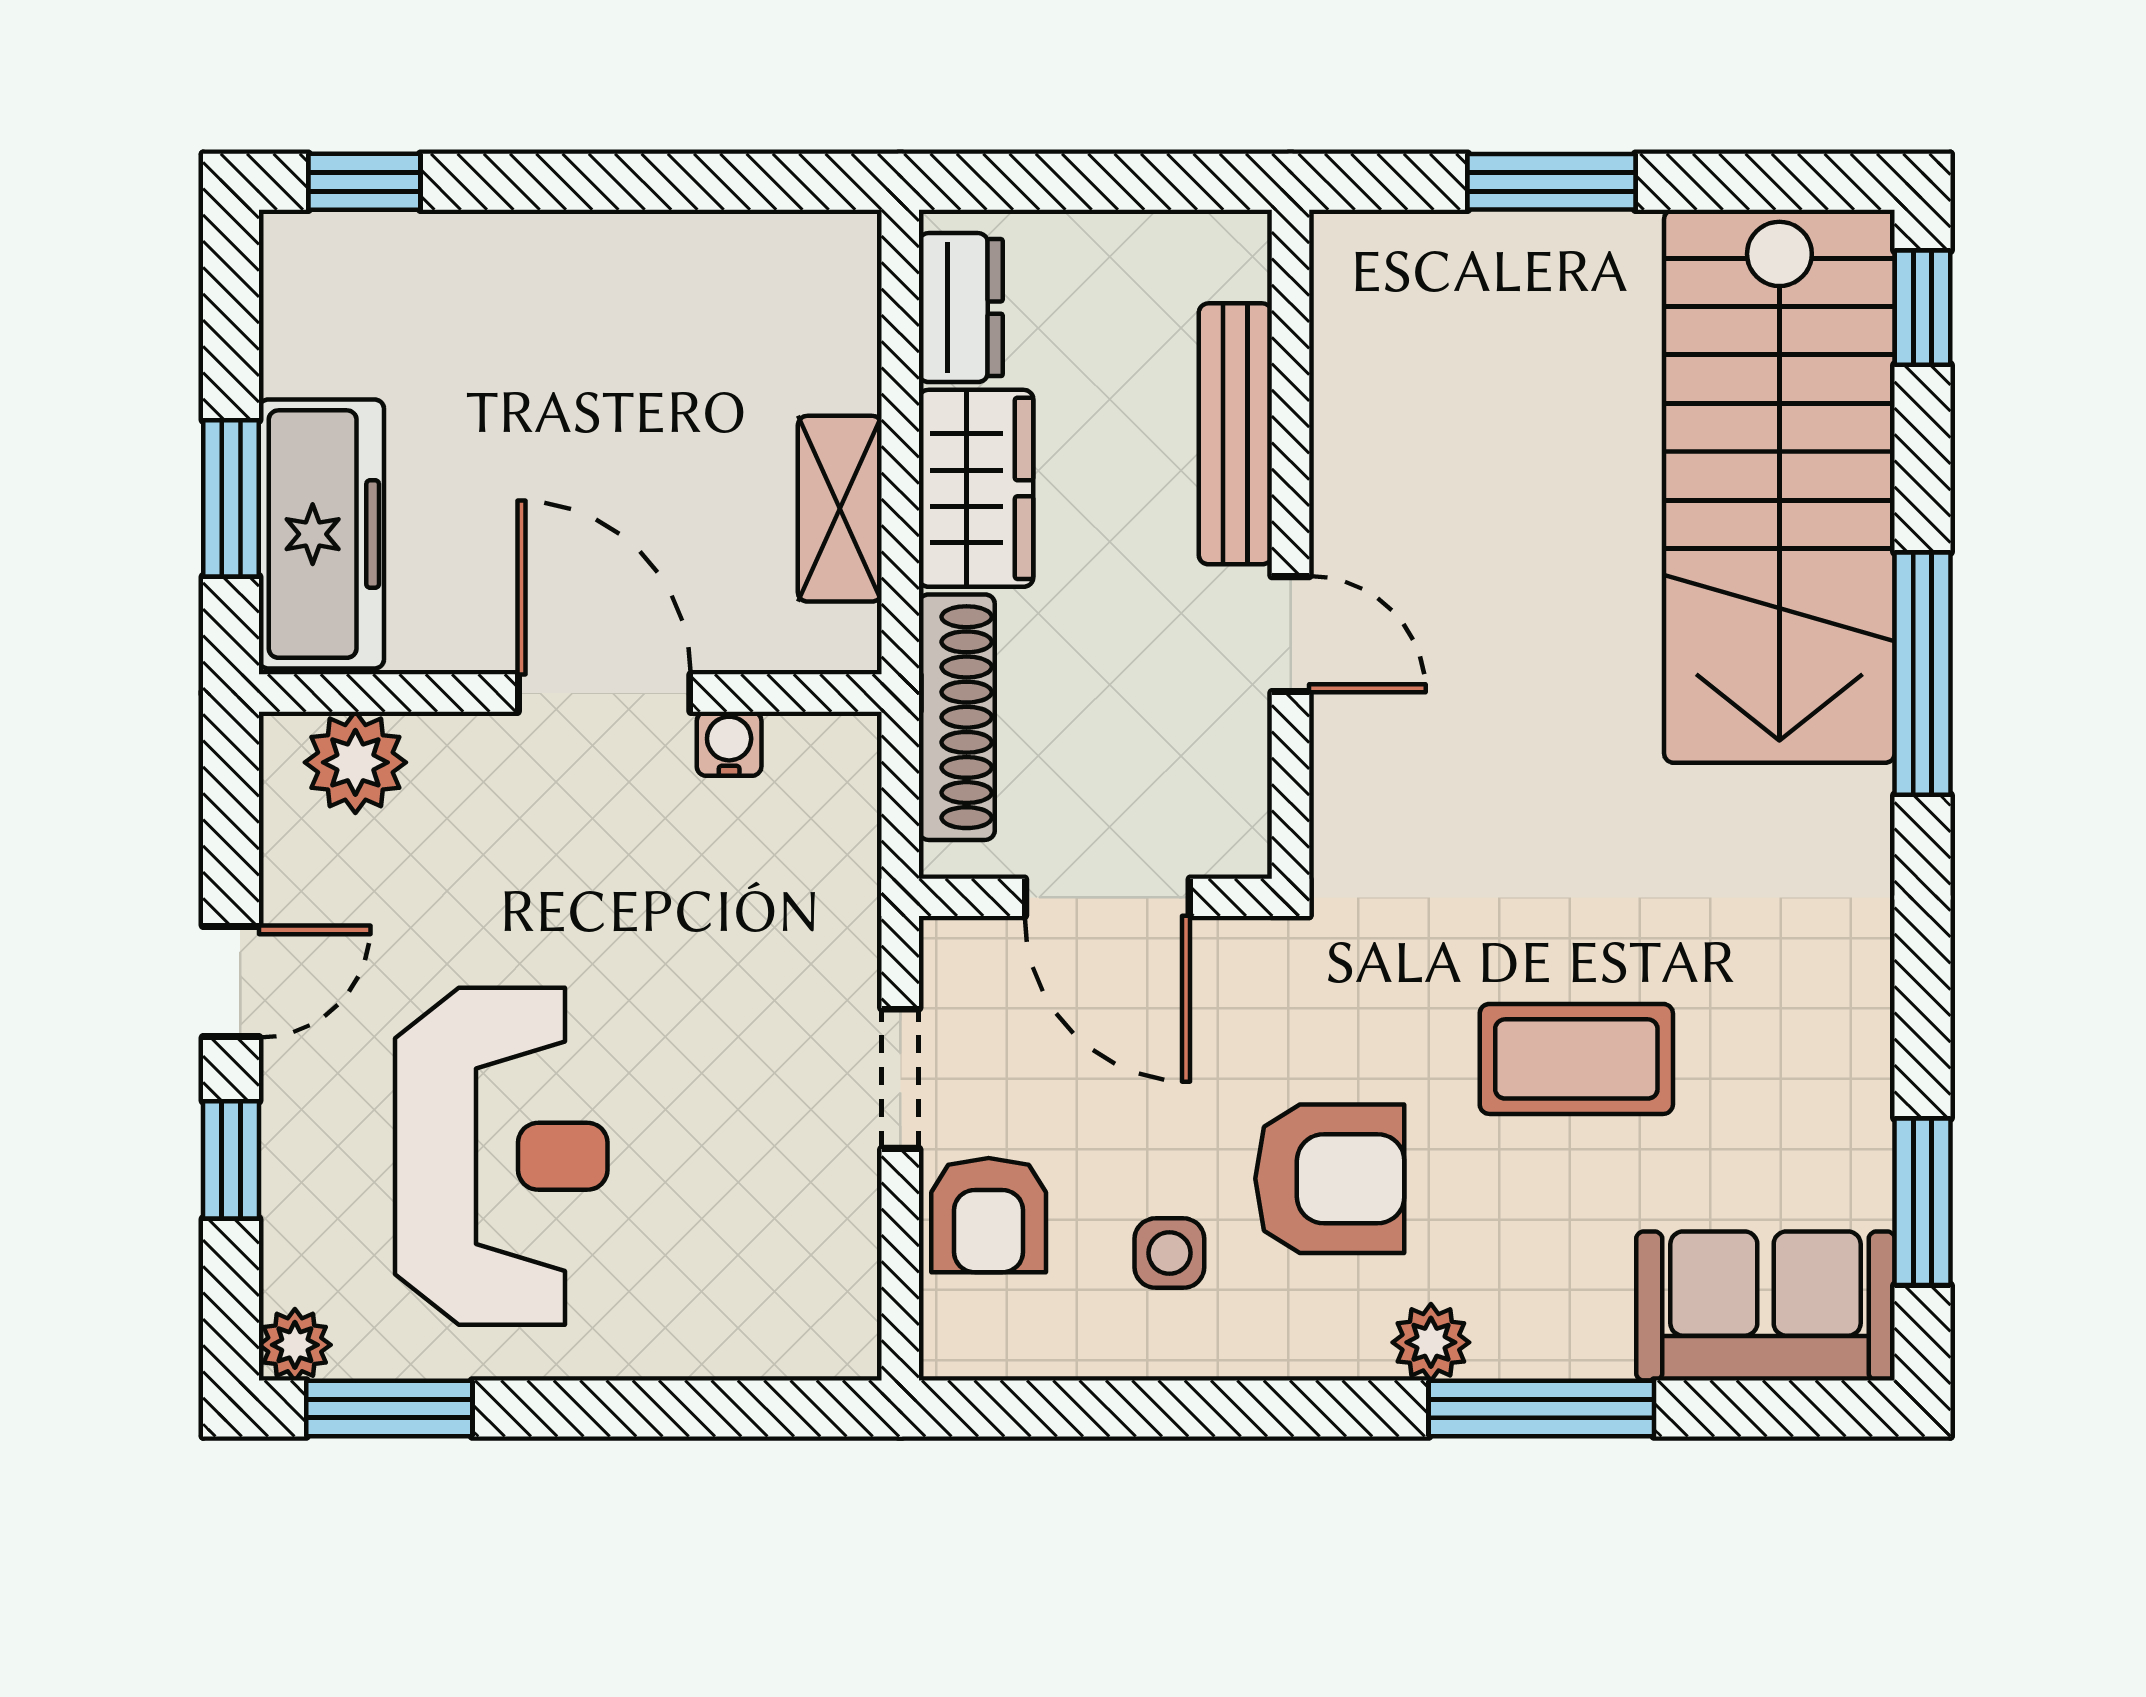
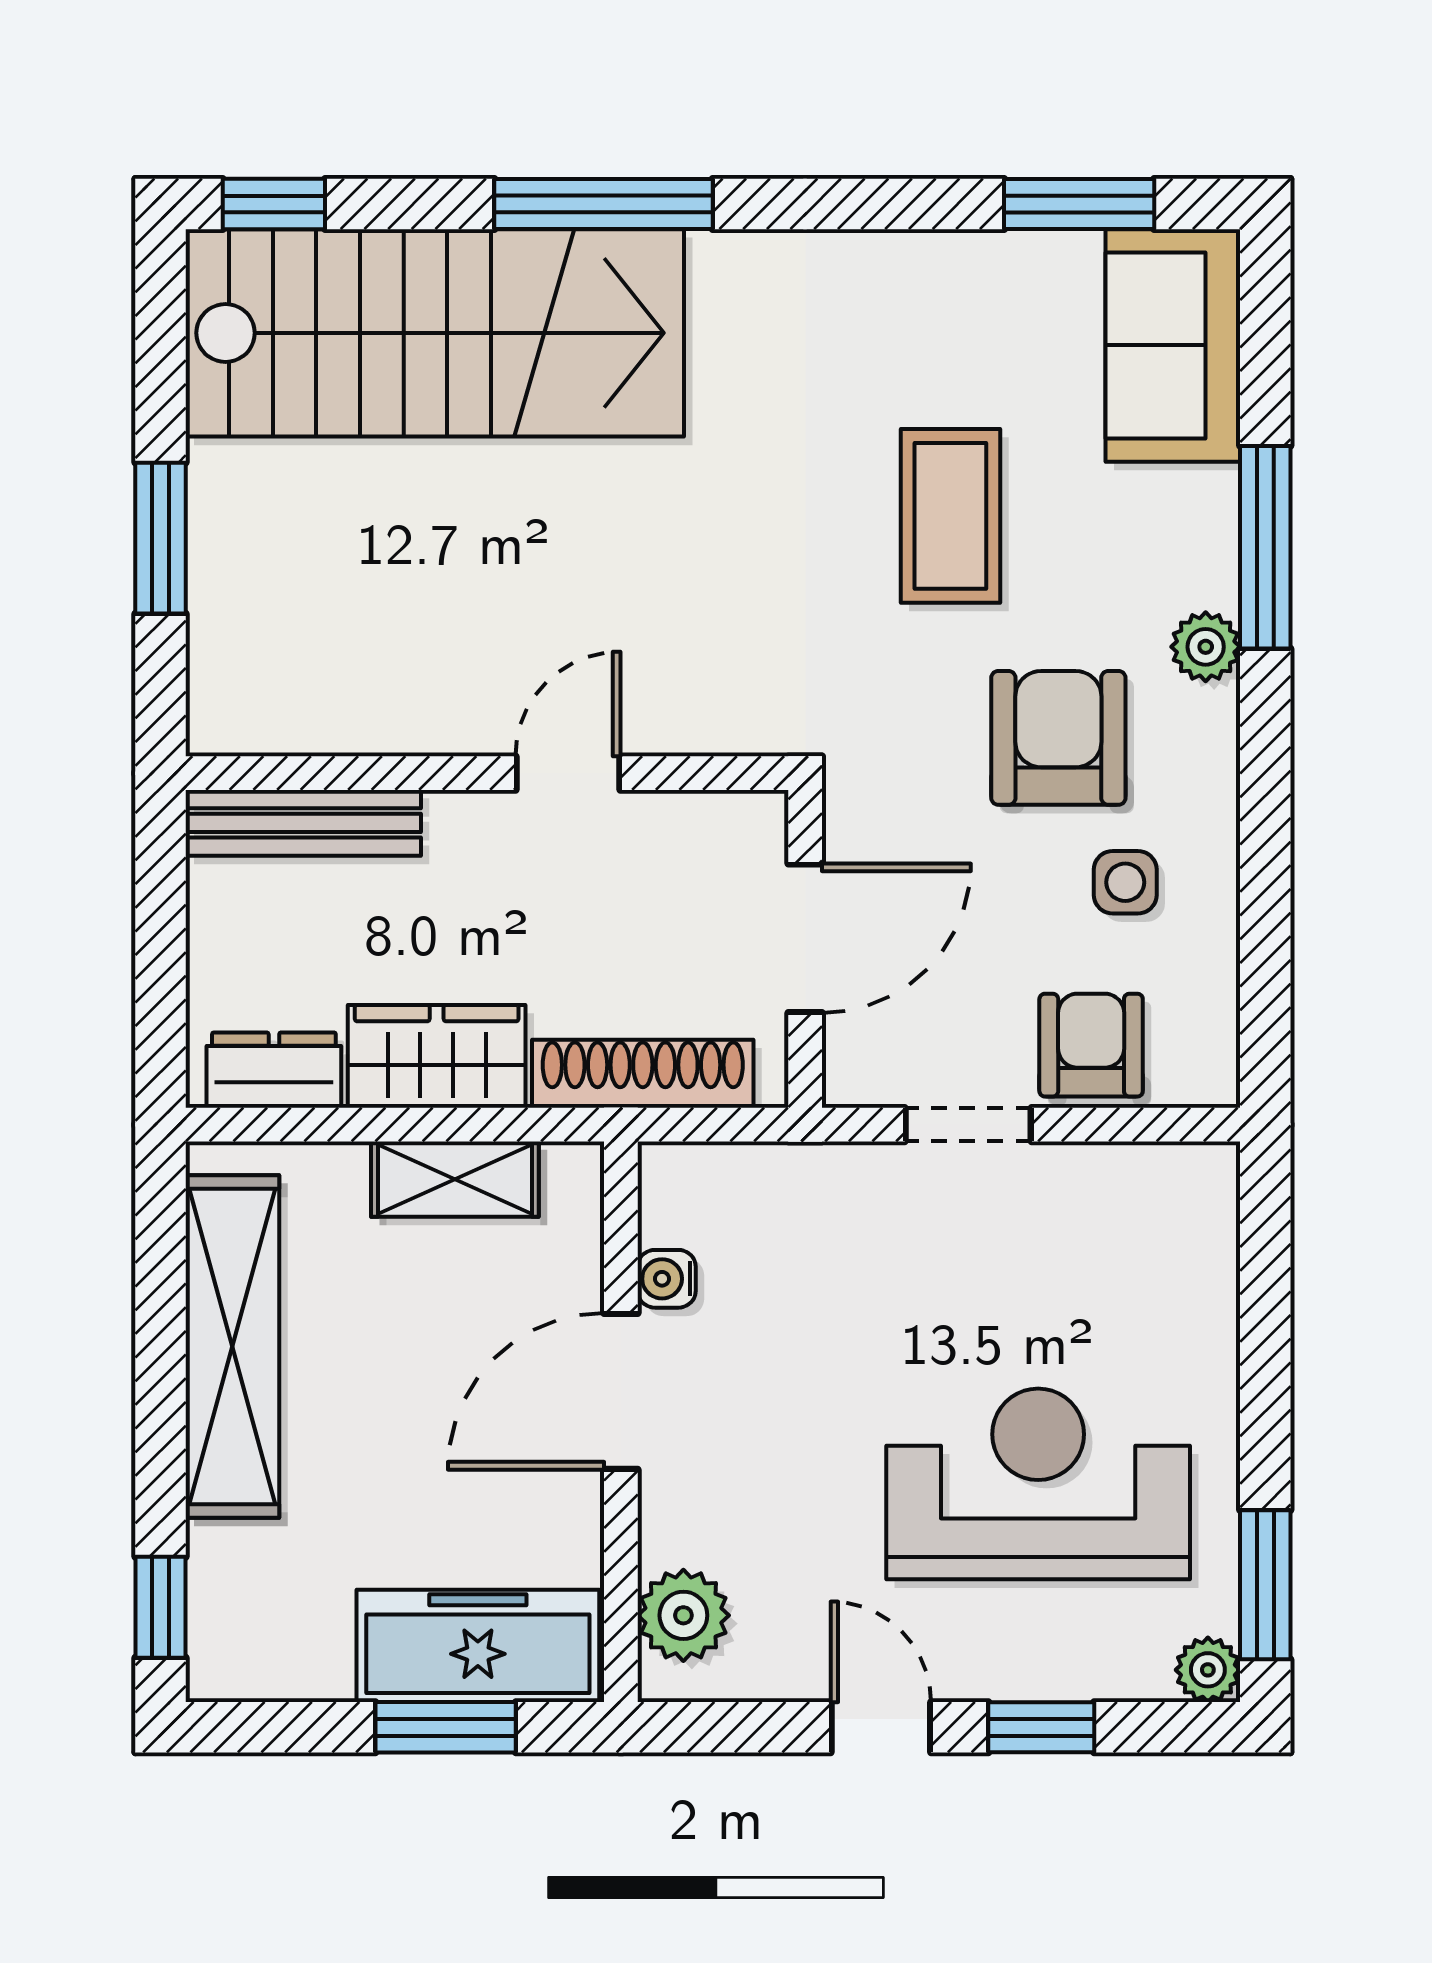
shelving: (654, 262) -> (232, 1346), added
bench: (1235, 434) -> (303, 823), moved
armchair: (989, 1215) -> (1091, 1045), turned -90

